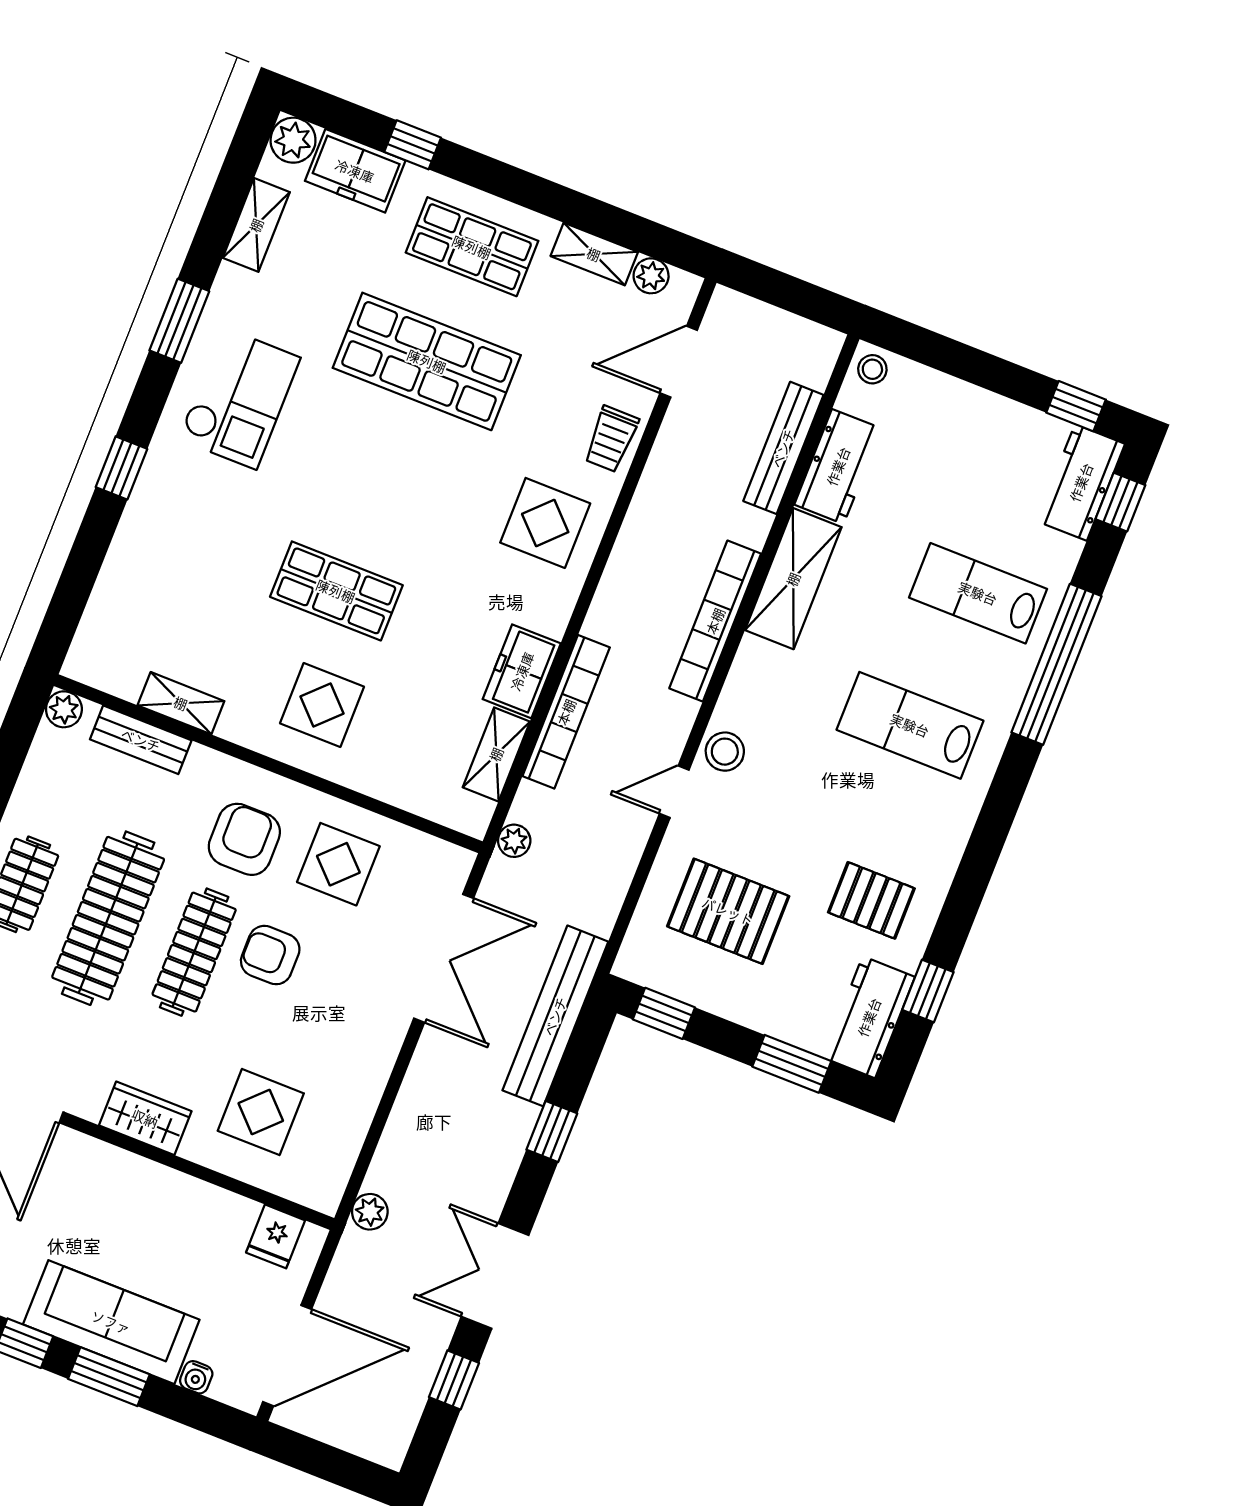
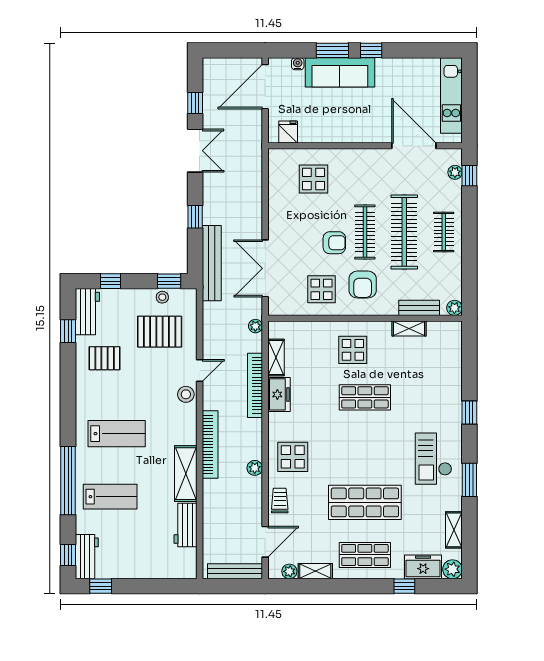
stool: (872, 369) -> (162, 297), moved
bench: (783, 448) -> (235, 571), moved, turned 90
window: (792, 1064) -> (111, 281), width x0.67
wardrobe: (145, 1118) -> (358, 159), removed
plant: (370, 1212) -> (255, 468), moved

